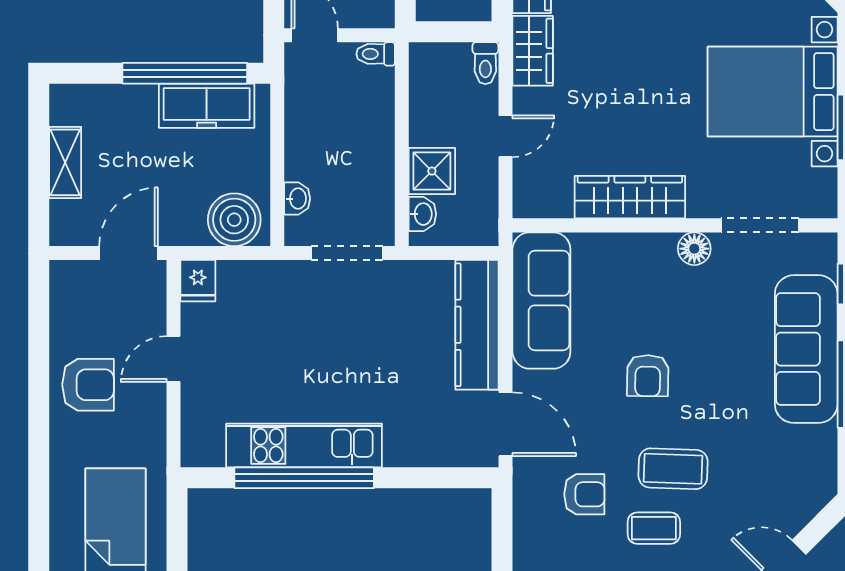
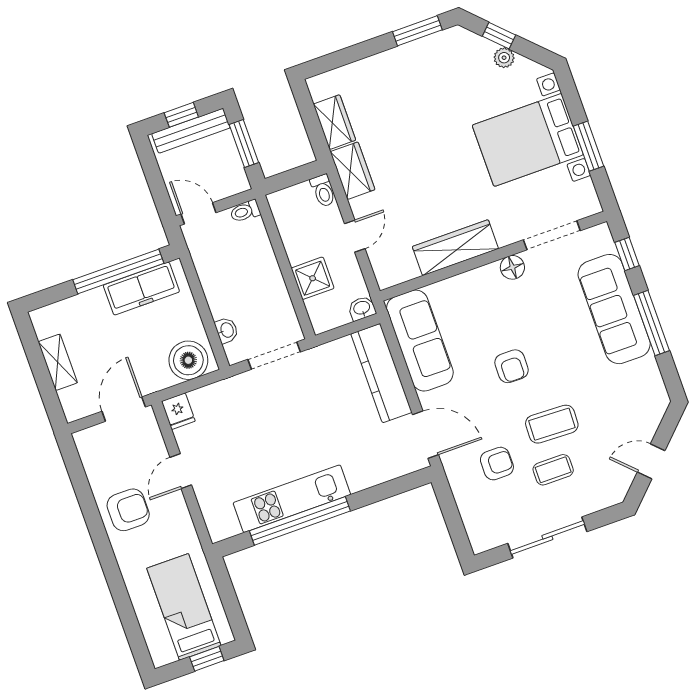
washbasin: (422, 214) -> (362, 308), moved, turned -90

